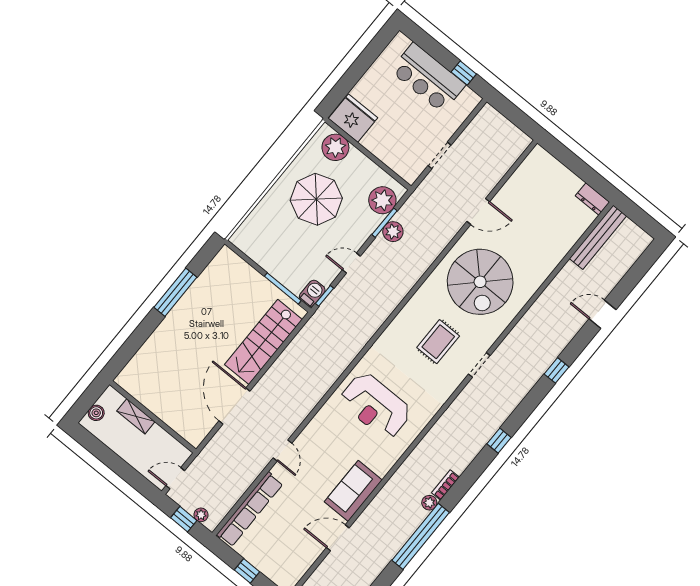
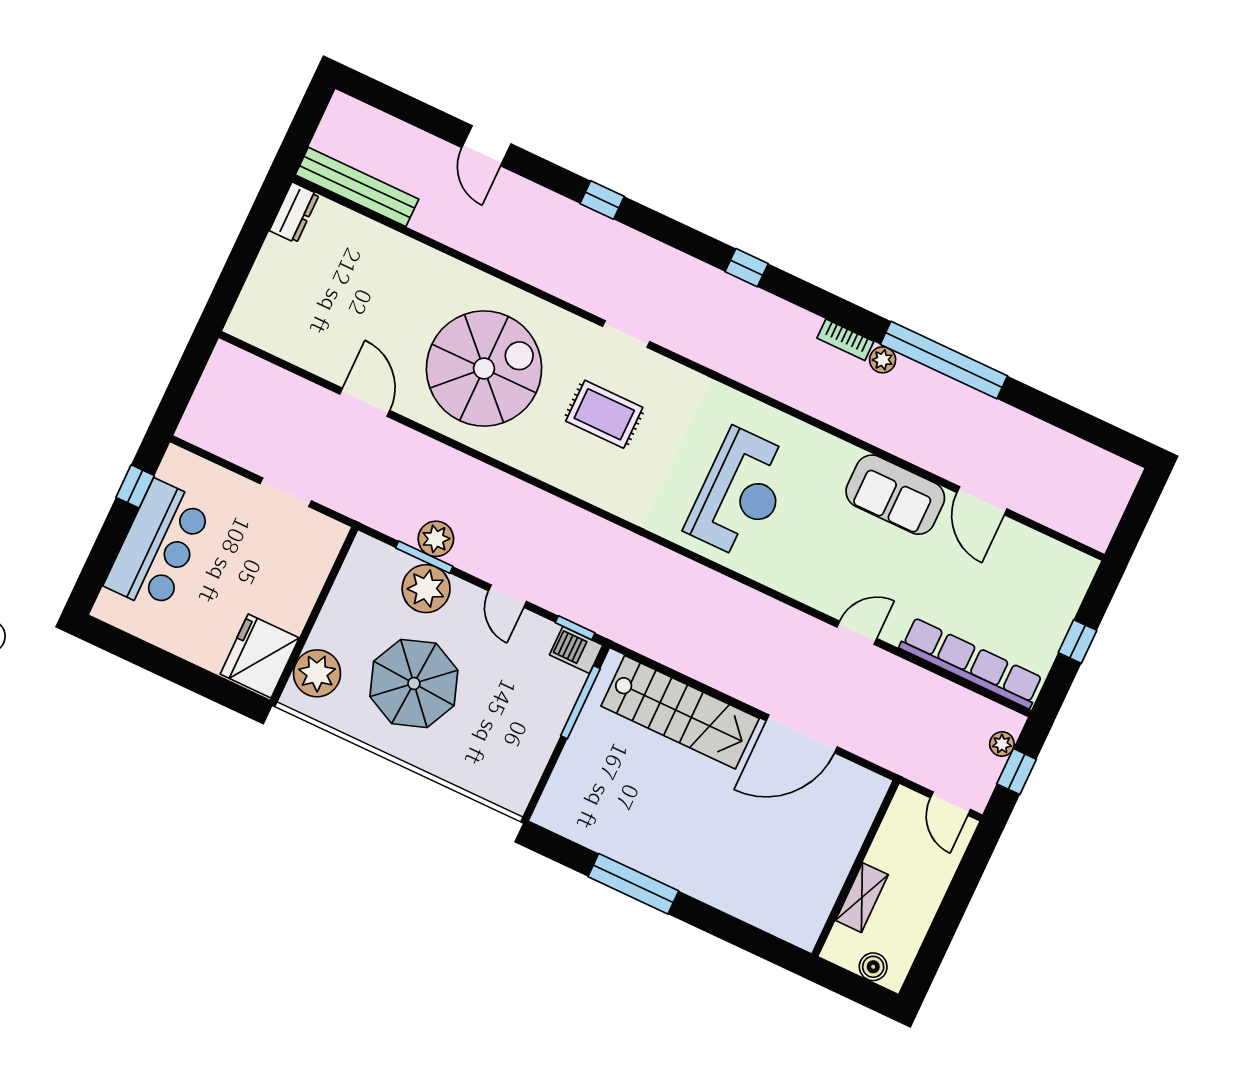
plant: (382, 200) -> (426, 589), moved

